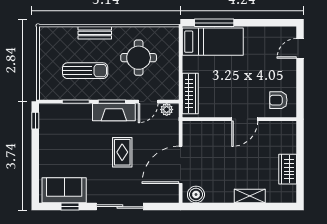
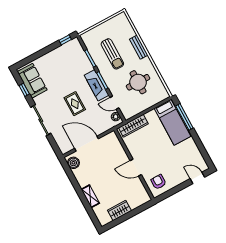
rug: (122, 152) -> (75, 104), turned 90

